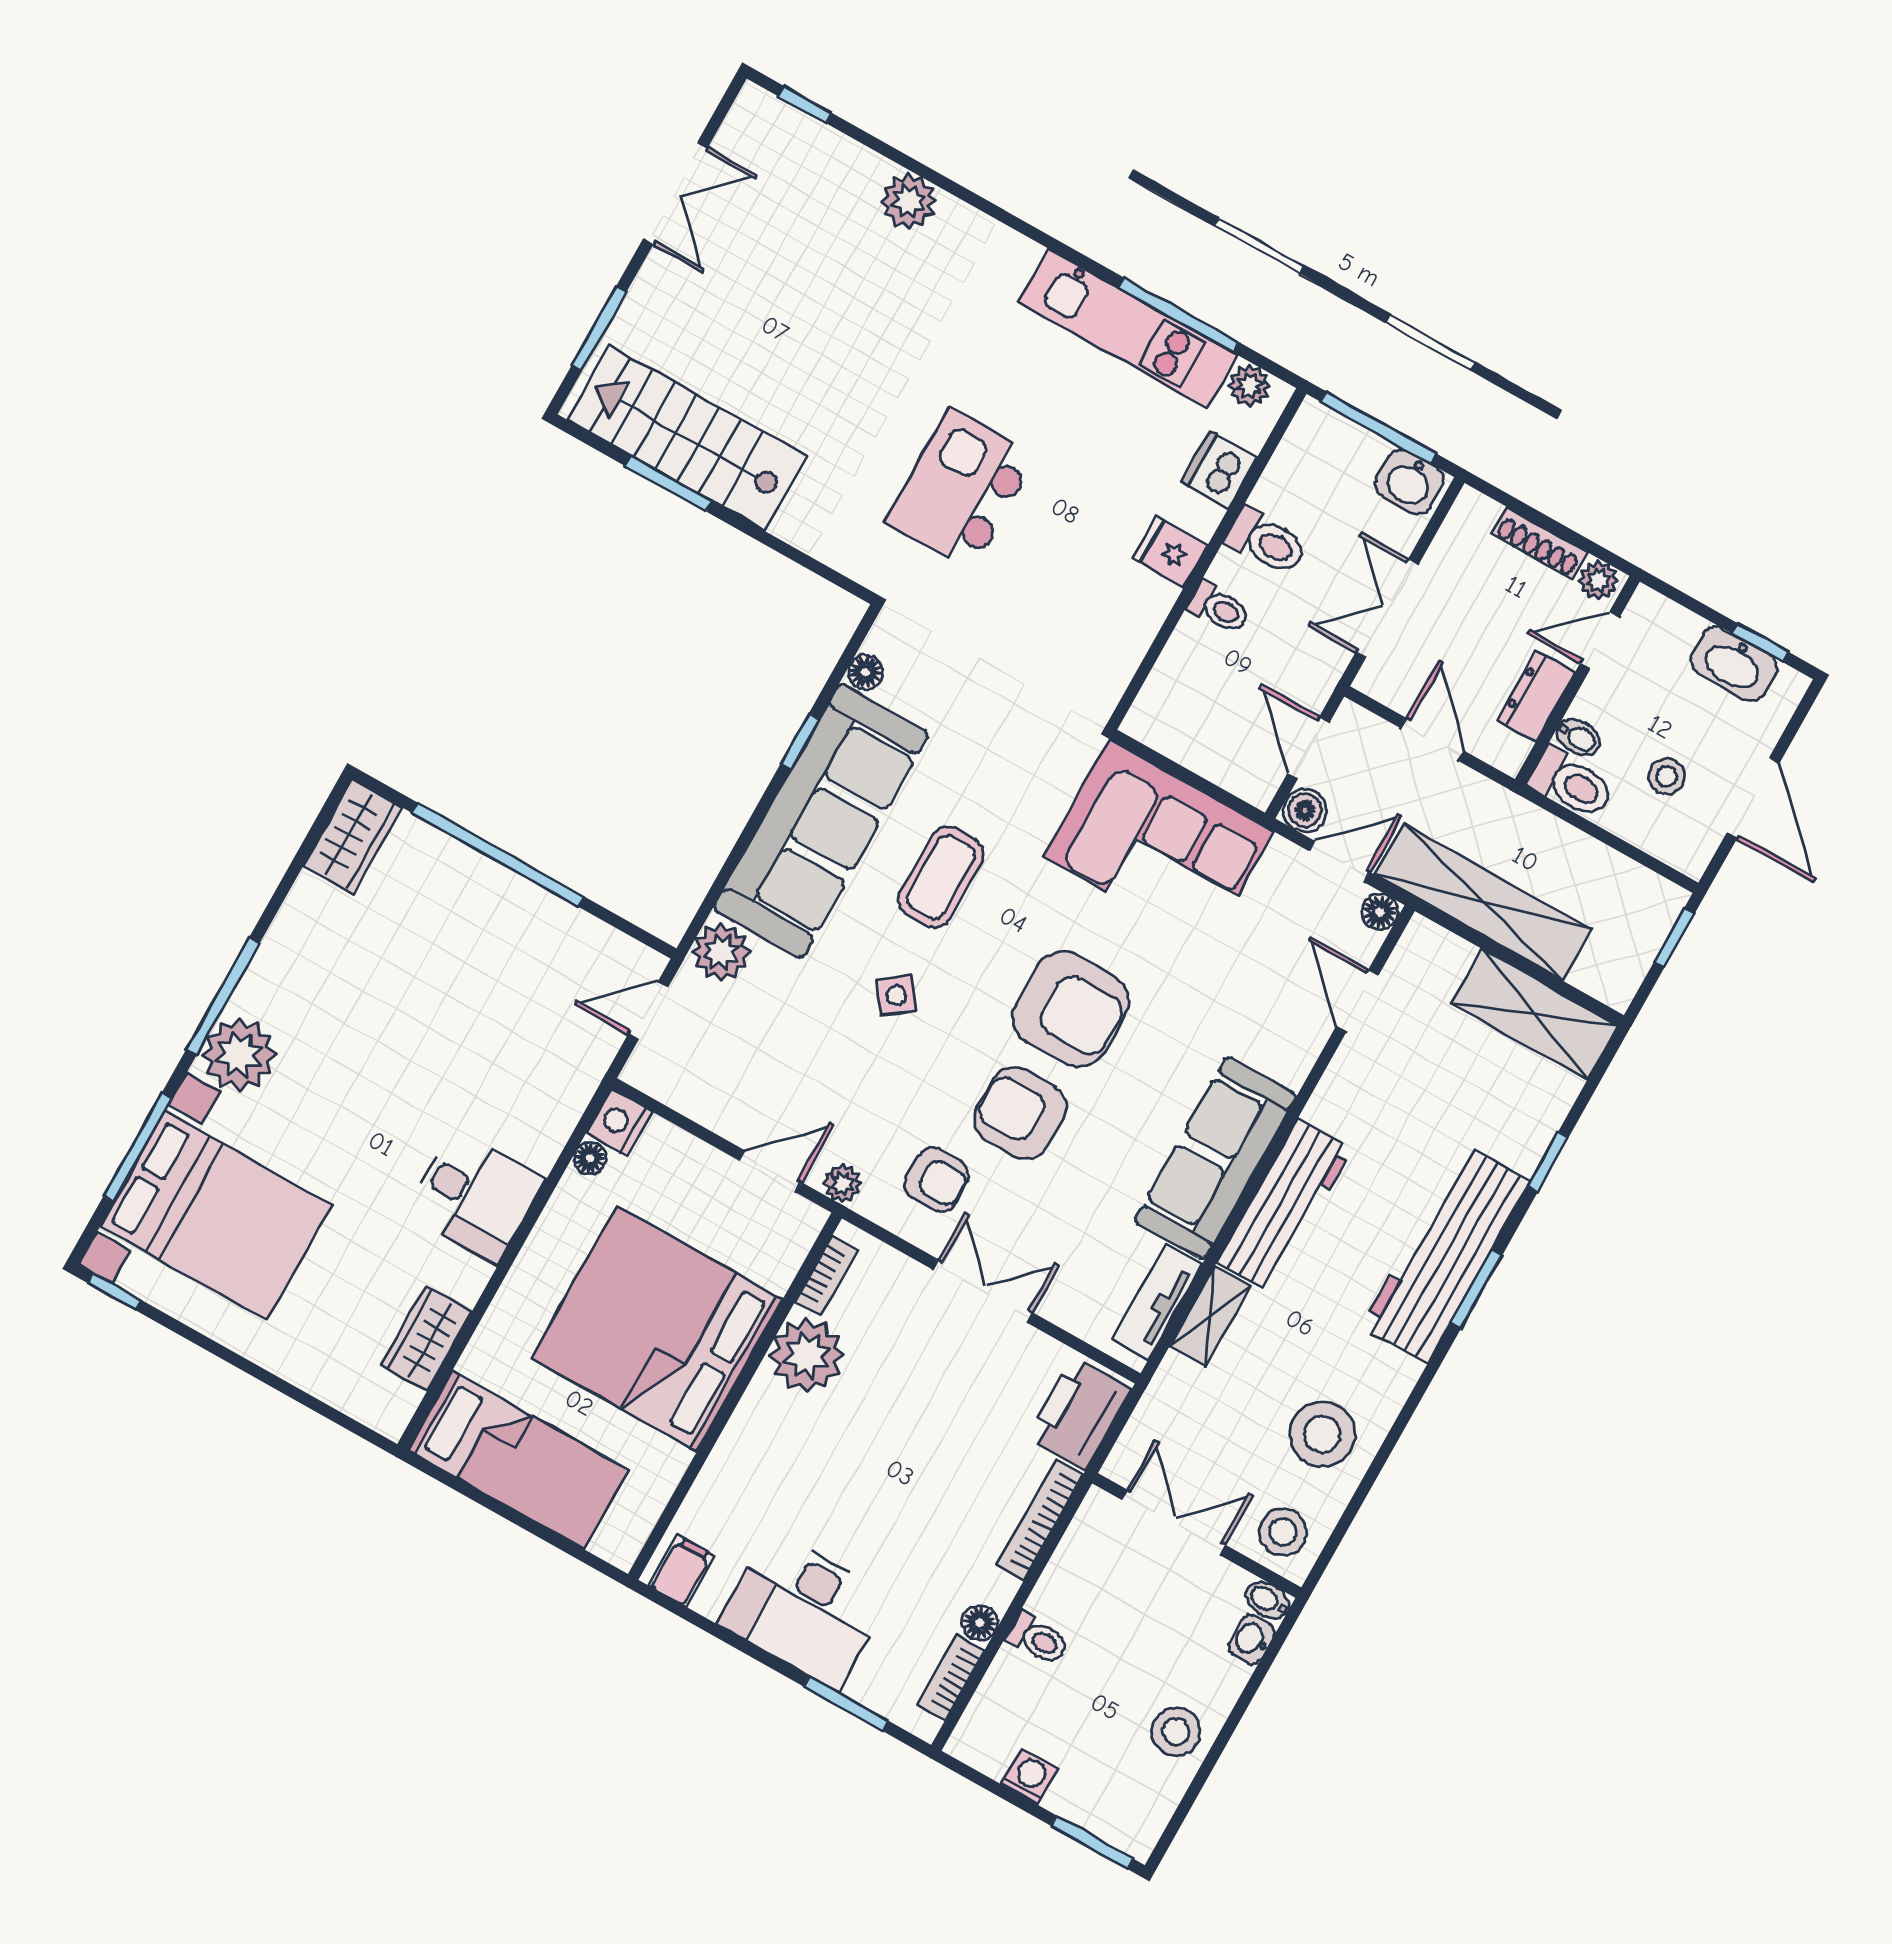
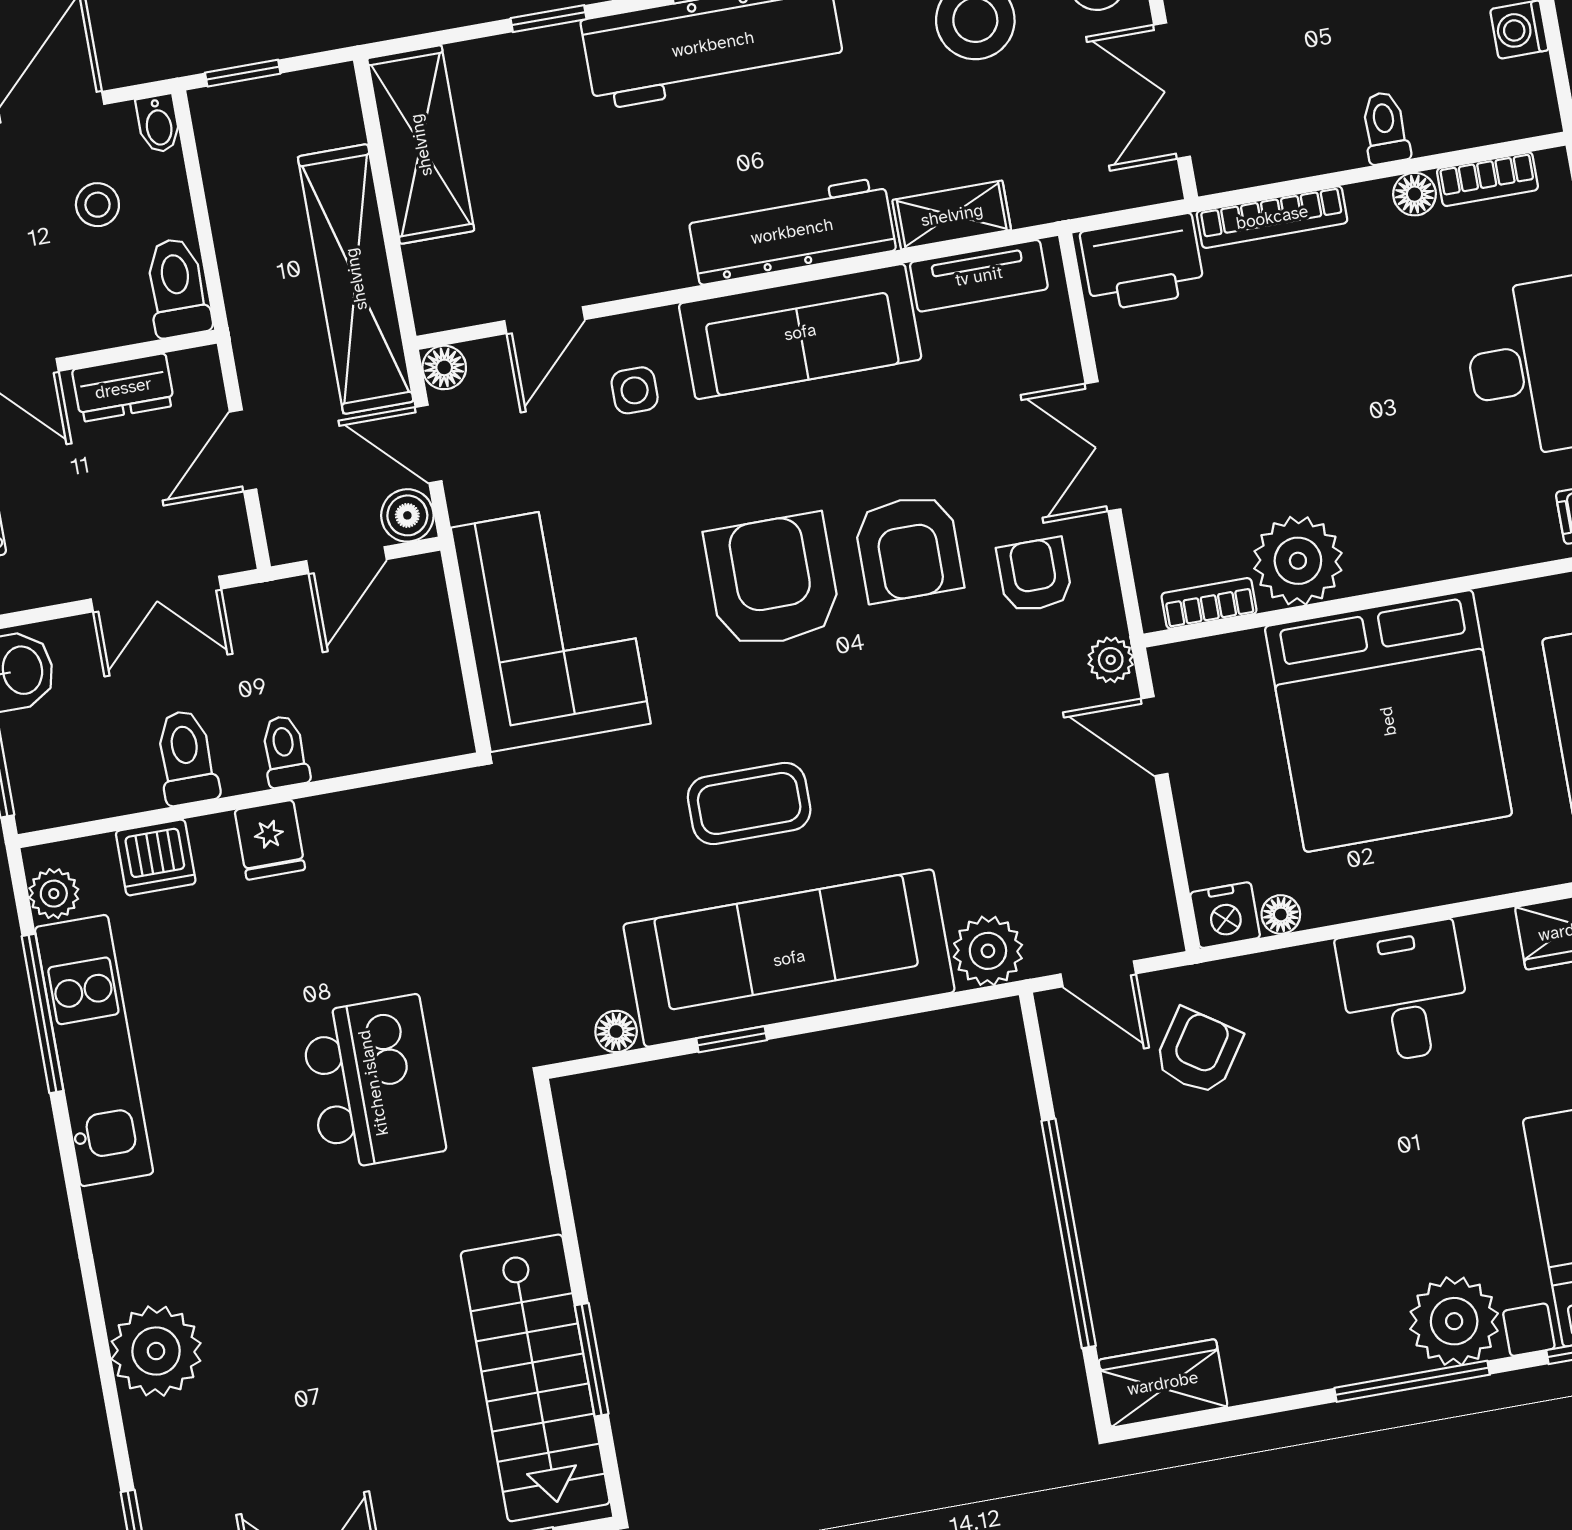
plant: (908, 201) -> (156, 1351), width x1.36, depth x1.36
kitchen island: (961, 490) -> (373, 1083), turned -90
bidet: (1578, 737) -> (158, 124), moved, turned 180
side table: (896, 995) -> (635, 390), moved, turned 36
armchair: (546, 1033) -> (1198, 1052), added

